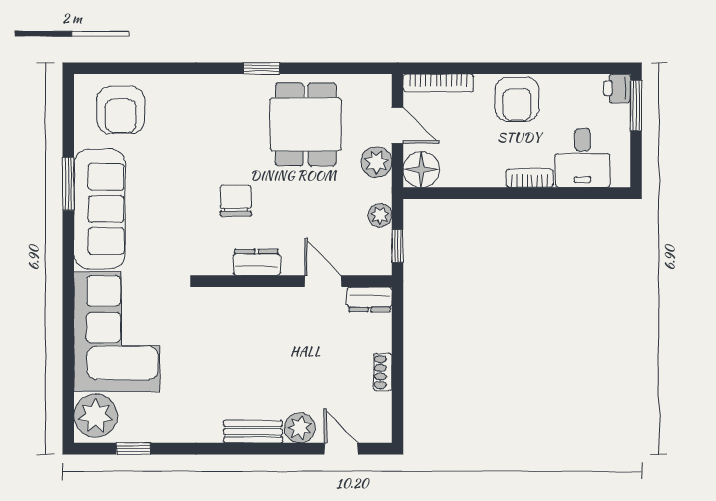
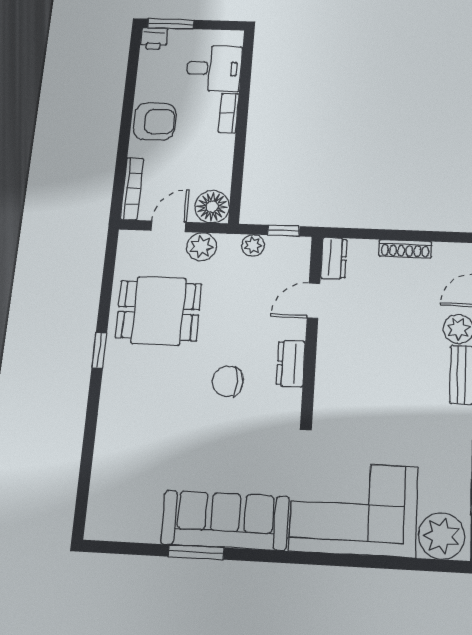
armchair: (121, 110) -> (126, 493), removed
shoe rack: (383, 372) -> (405, 249), width x1.43

